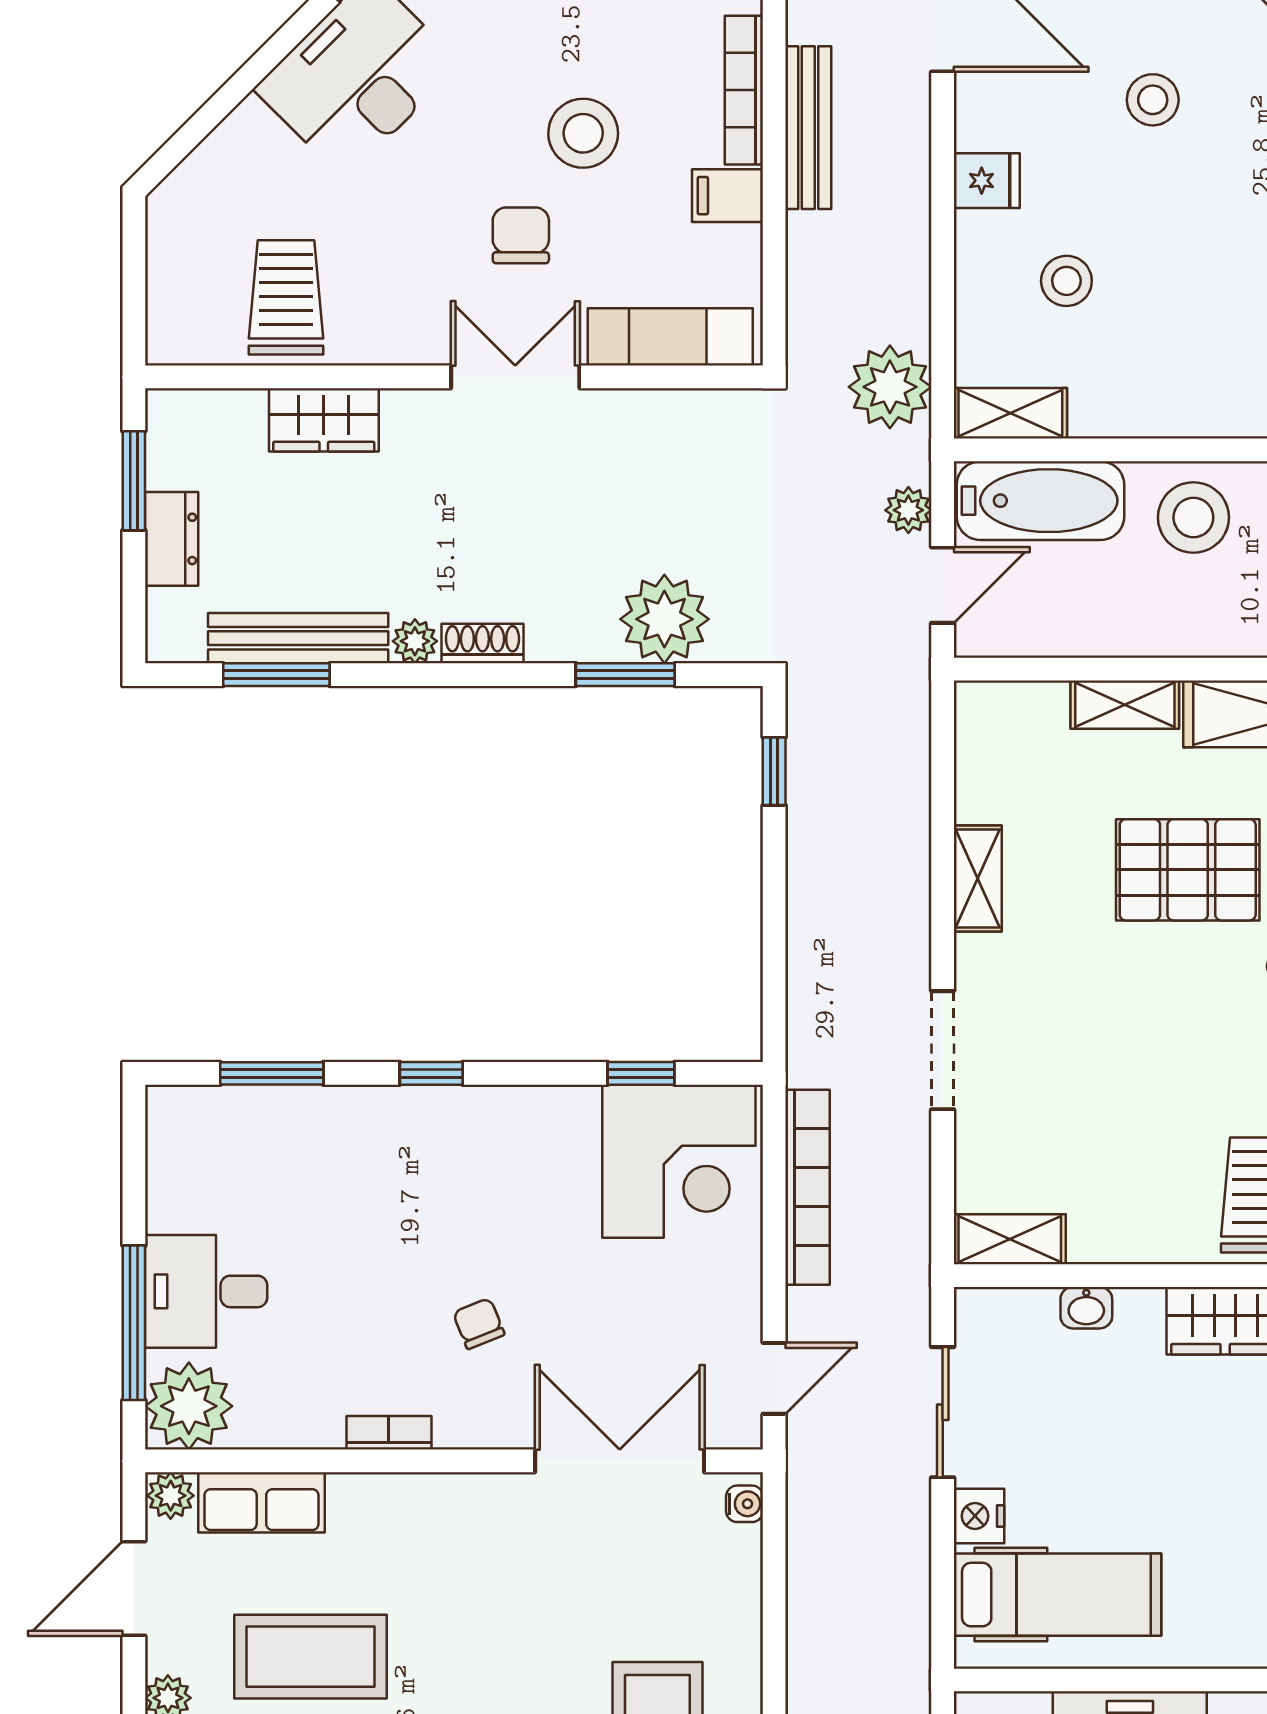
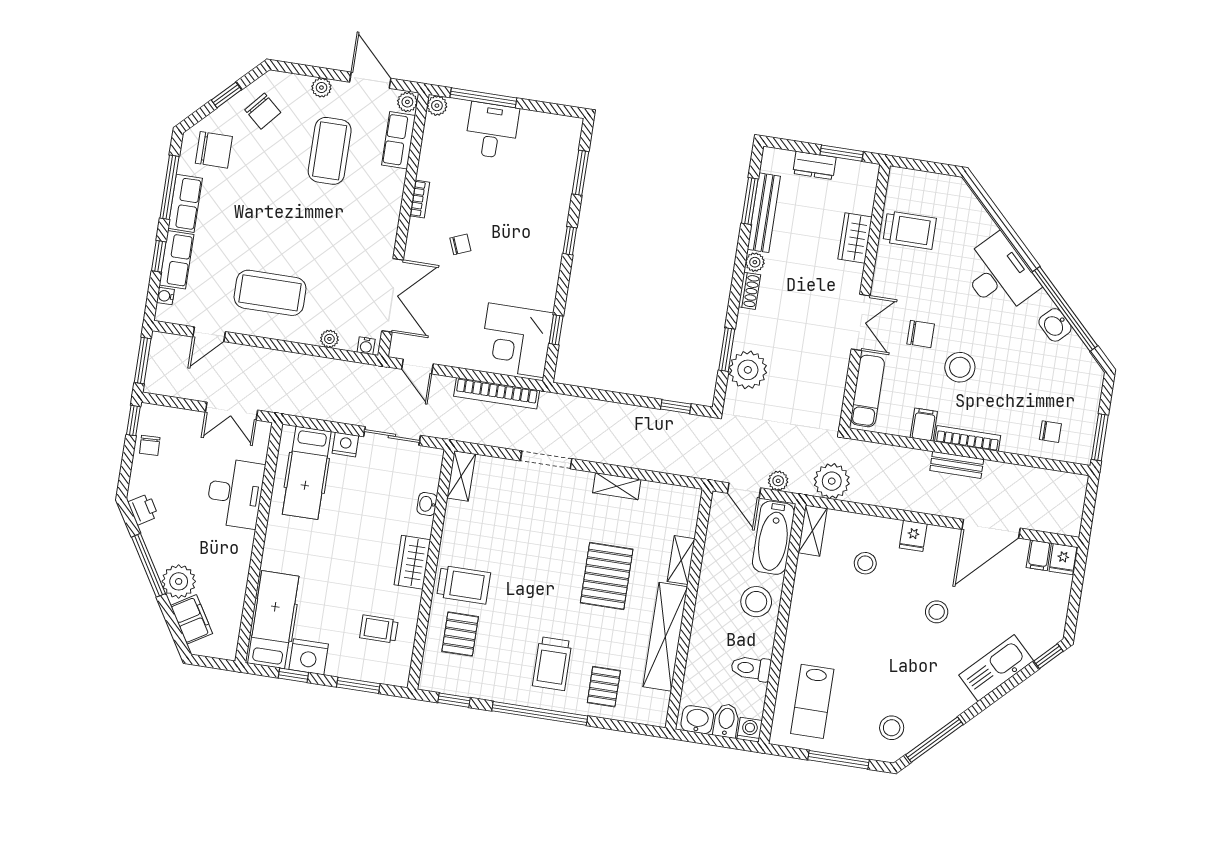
bench: (808, 128) -> (957, 465), width x0.73
plant: (189, 1406) -> (437, 106), width x0.53, depth x0.53
plant: (742, 1590) -> (329, 339), added

